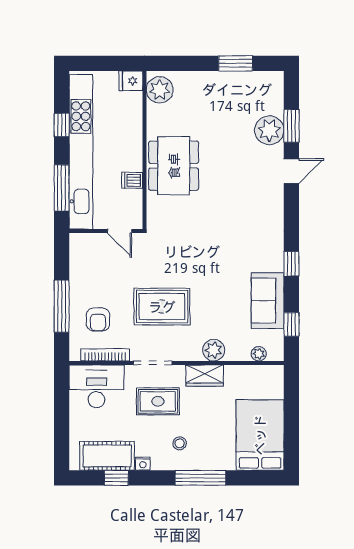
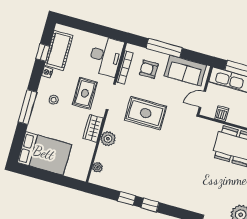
dishwasher: (132, 180) -> (222, 113), moved
sofa: (268, 301) -> (185, 71), moved, turned 180
rug: (162, 307) -> (146, 113), turned 90
window: (291, 324) -> (127, 198), moved

